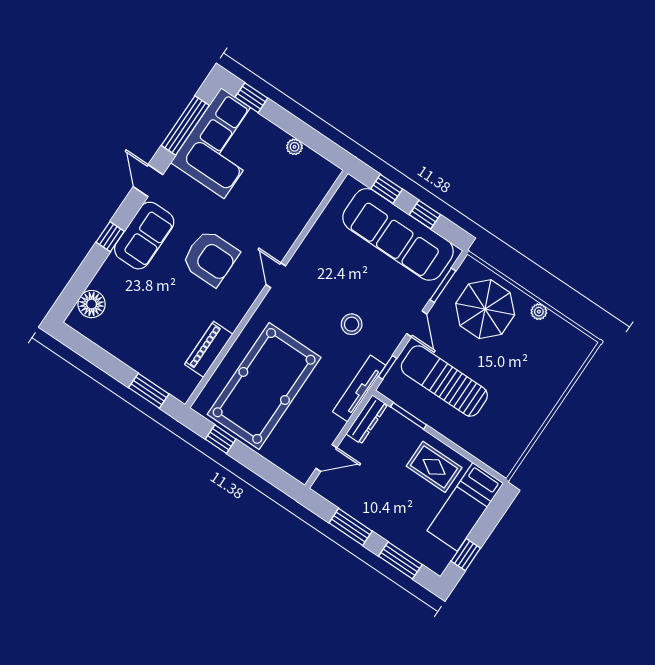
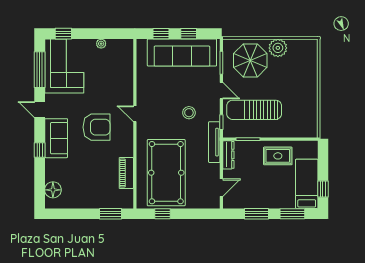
plant: (539, 312) -> (278, 48), width x1.88, depth x1.88
bed: (465, 507) -> (307, 184), moved, turned 180

